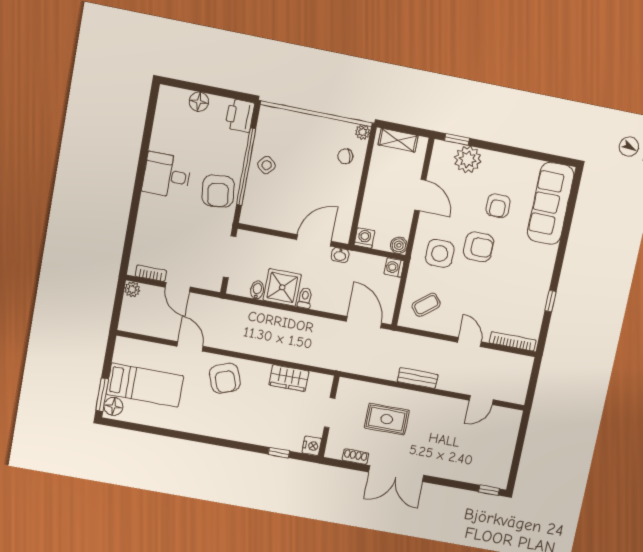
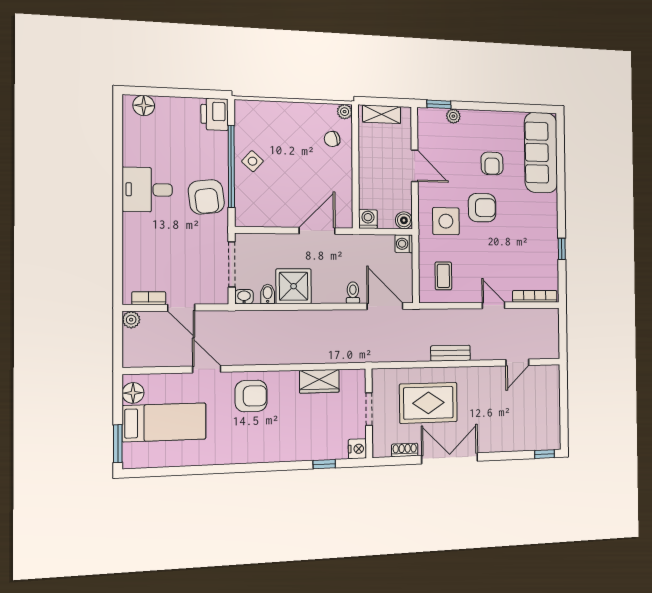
floor lamp: (199, 102) -> (144, 106), moved
plant: (468, 159) -> (453, 116), width x0.53, depth x0.53
washbasin: (340, 255) -> (244, 297), moved, turned 180
toilet: (305, 298) -> (353, 293), moved
coffee table: (426, 305) -> (443, 276), turned -51
armchair: (225, 378) -> (251, 396), turned -70
floor lamp: (114, 406) -> (133, 393), moved
rug: (387, 419) -> (428, 403), width x1.36, depth x1.43
double door: (396, 474) -> (450, 458), swing flipped

